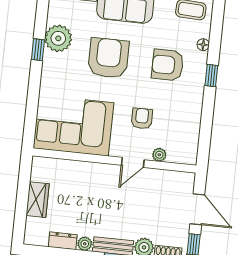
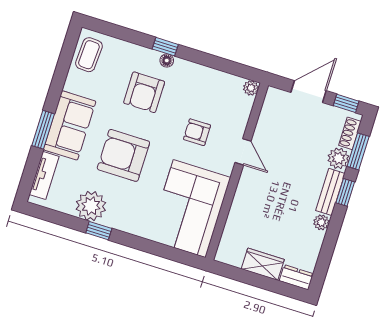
floor lamp: (203, 45) -> (167, 60), moved
plant: (159, 155) -> (251, 88), moved
dresser: (63, 241) -> (296, 277), moved, turned 90

